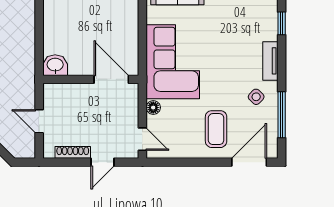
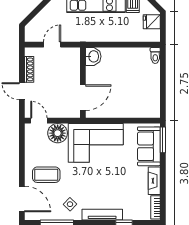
tv unit: (270, 61) -> (102, 215), width x1.41
floor lamp: (153, 108) -> (58, 133), width x1.89, depth x1.89
door: (142, 139) -> (39, 121), swing flipped

